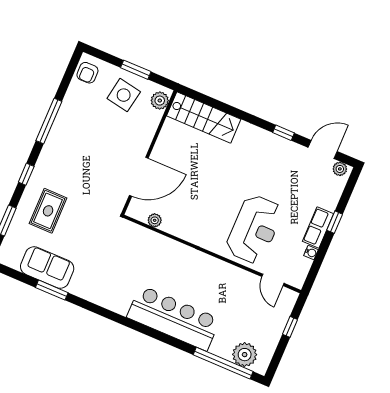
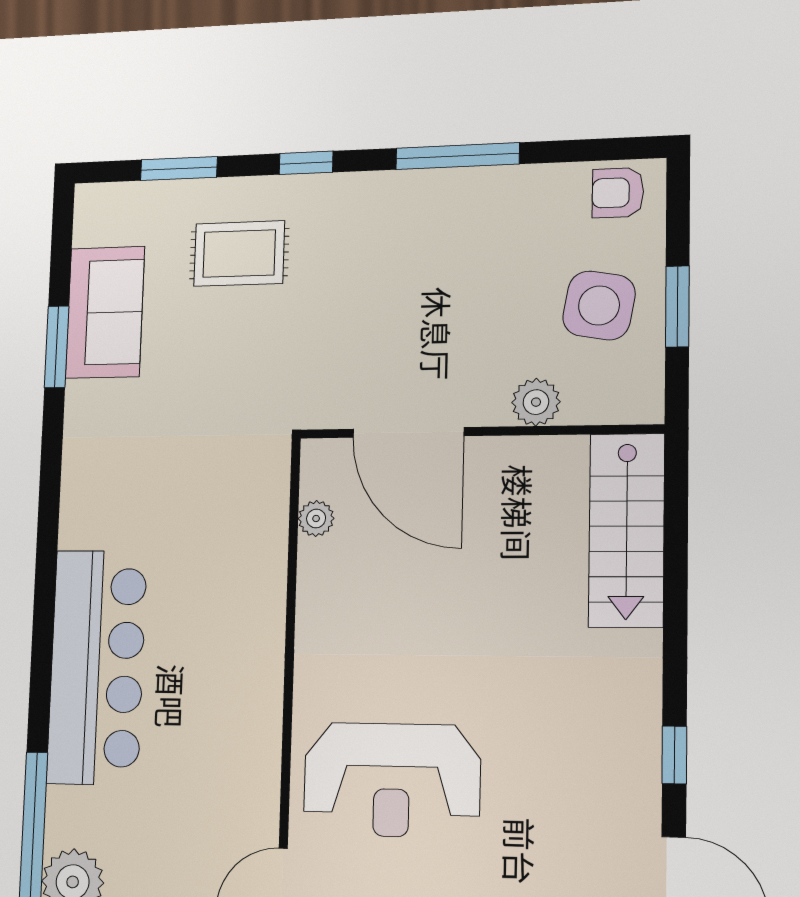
plant: (160, 101) -> (536, 402), moved

